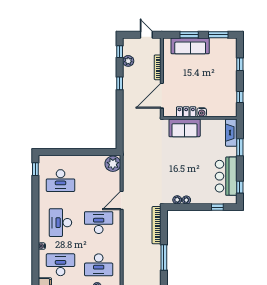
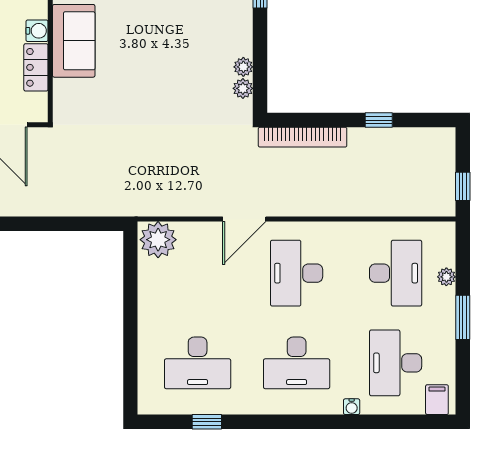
sofa: (185, 128) -> (74, 41), moved
window: (35, 169) -> (207, 422), moved
desk: (61, 181) -> (198, 363), turned 90
door: (122, 200) -> (244, 219), hinge flipped
window: (164, 258) -> (379, 120), width x0.46

